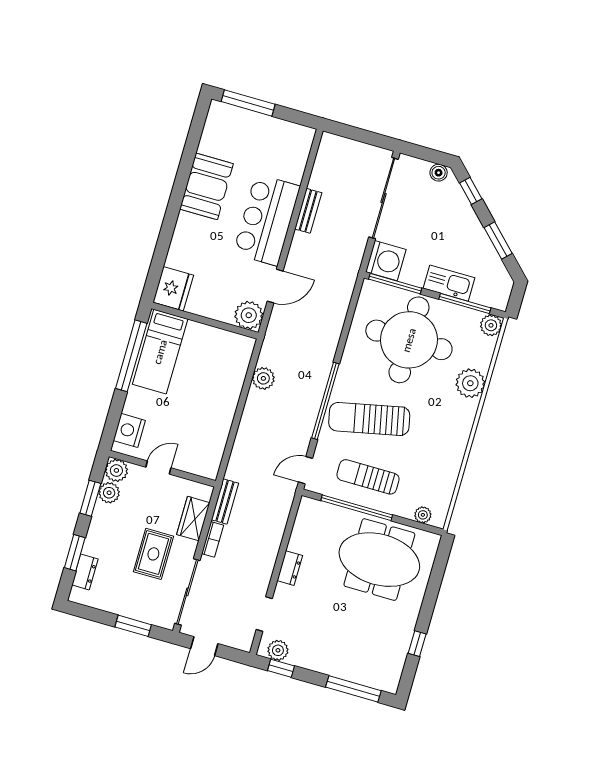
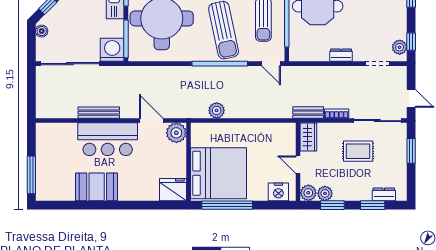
bench: (308, 211) -> (99, 113), width x1.36
bed: (160, 352) -> (219, 173), width x2.04
wardrobe: (193, 519) -> (308, 137), moved, turned -90

